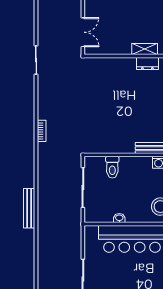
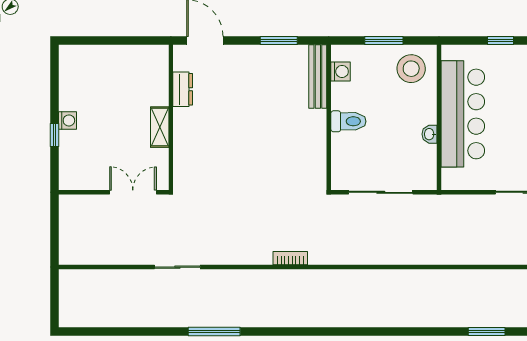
shelving: (145, 49) -> (160, 127), moved
toilet: (112, 167) -> (348, 121), moved
bench: (29, 208) -> (414, 278), removed

